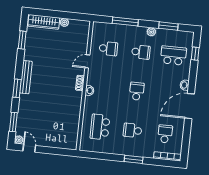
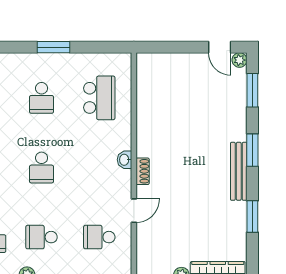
window: (22, 40) -> (252, 217), moved
school desk: (133, 130) -> (42, 98), turned 90
window: (134, 159) -> (54, 47), moved

